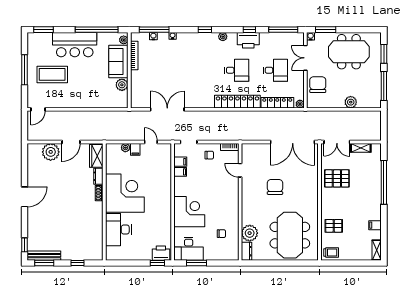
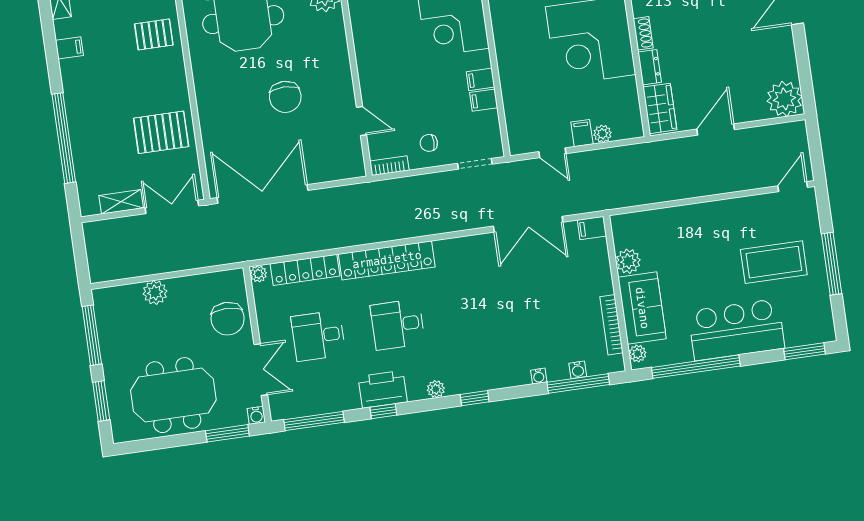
filing cabinet: (137, 103) -> (592, 228), added
plant: (51, 152) -> (785, 99), moved
filing cabinet: (180, 162) -> (480, 79), moved

